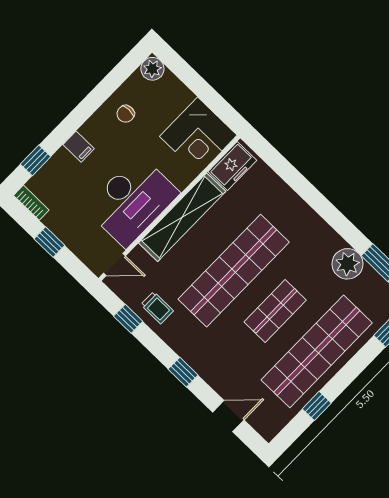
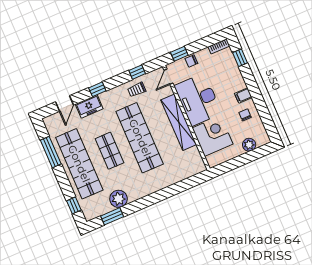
plant: (152, 69) -> (249, 145), moved
corner desk: (198, 136) -> (212, 136), moved, turned 90
filing cabinet: (79, 147) -> (243, 95), moved
freezer: (232, 166) -> (89, 106), moved, turned -90
chair: (74, 238) -> (191, 61), added
window: (49, 242) -> (179, 54), moved
window: (317, 406) -> (51, 152), width x2.17

